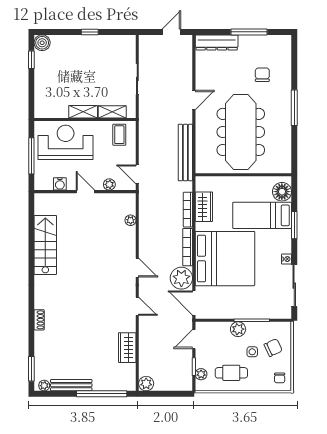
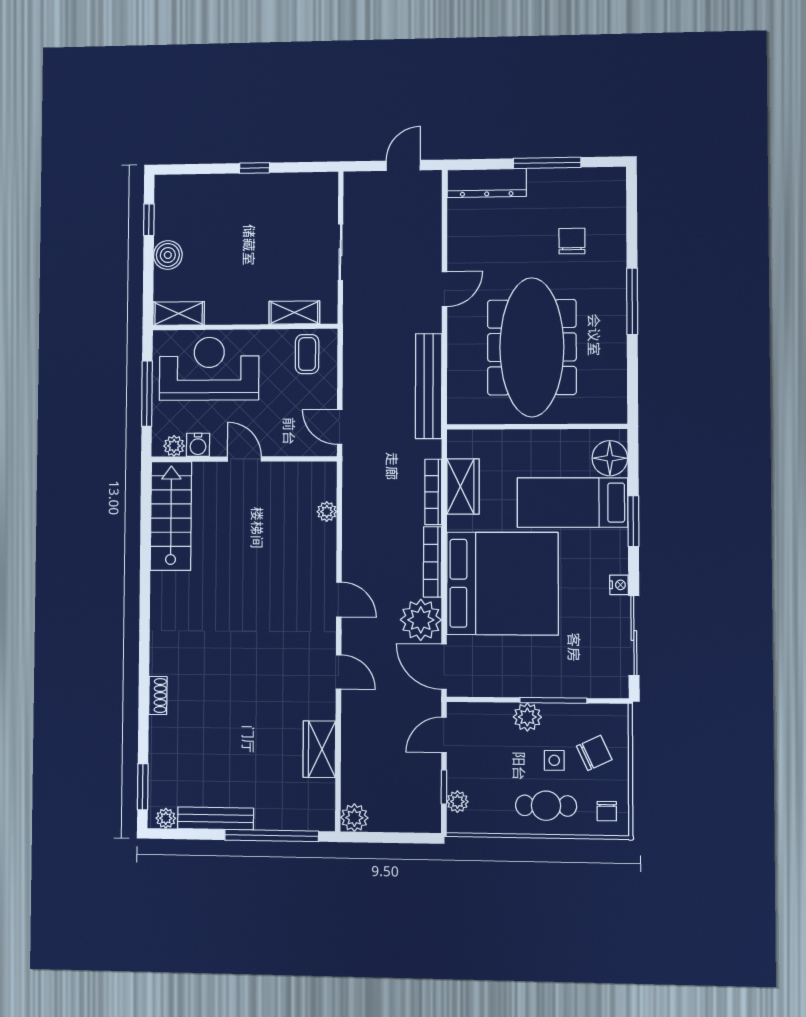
boiler: (42, 43) -> (168, 255), moved
shelving: (83, 112) -> (179, 313), moved
plant: (109, 184) -> (174, 446), moved
stairs: (45, 245) -> (171, 516), moved
cafe table: (231, 373) -> (546, 806), moved

